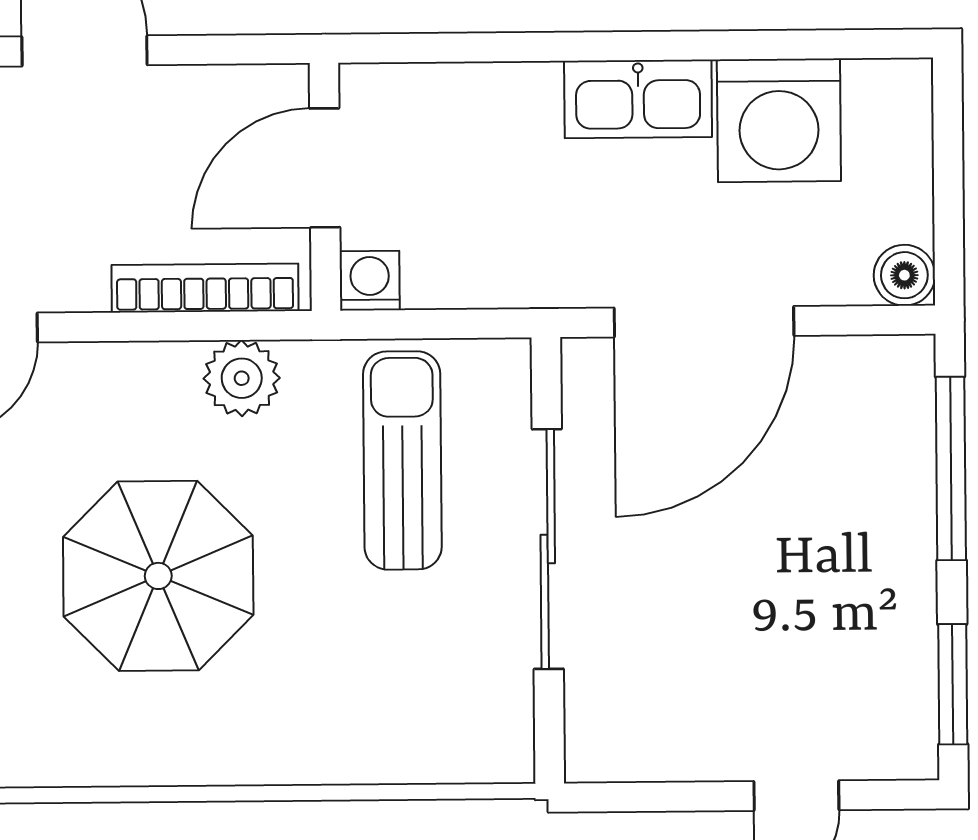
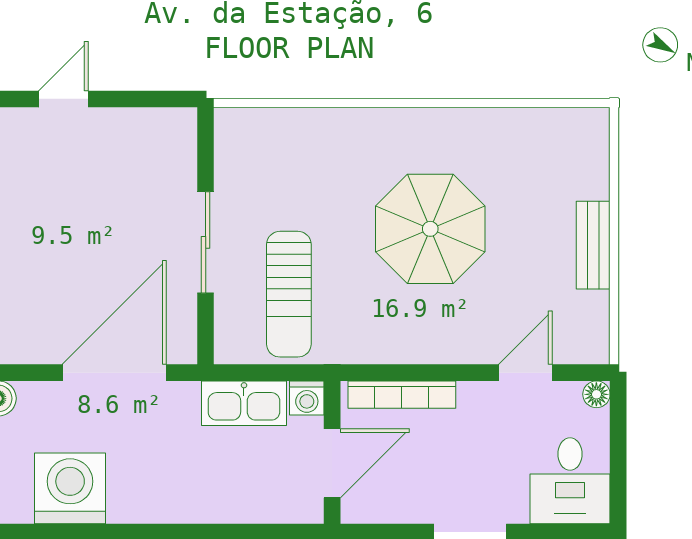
kitchen sink: (638, 99) -> (244, 403), moved, turned 180
plant: (242, 378) -> (381, 342), removed
sliding door: (548, 549) -> (206, 242), width x0.73

